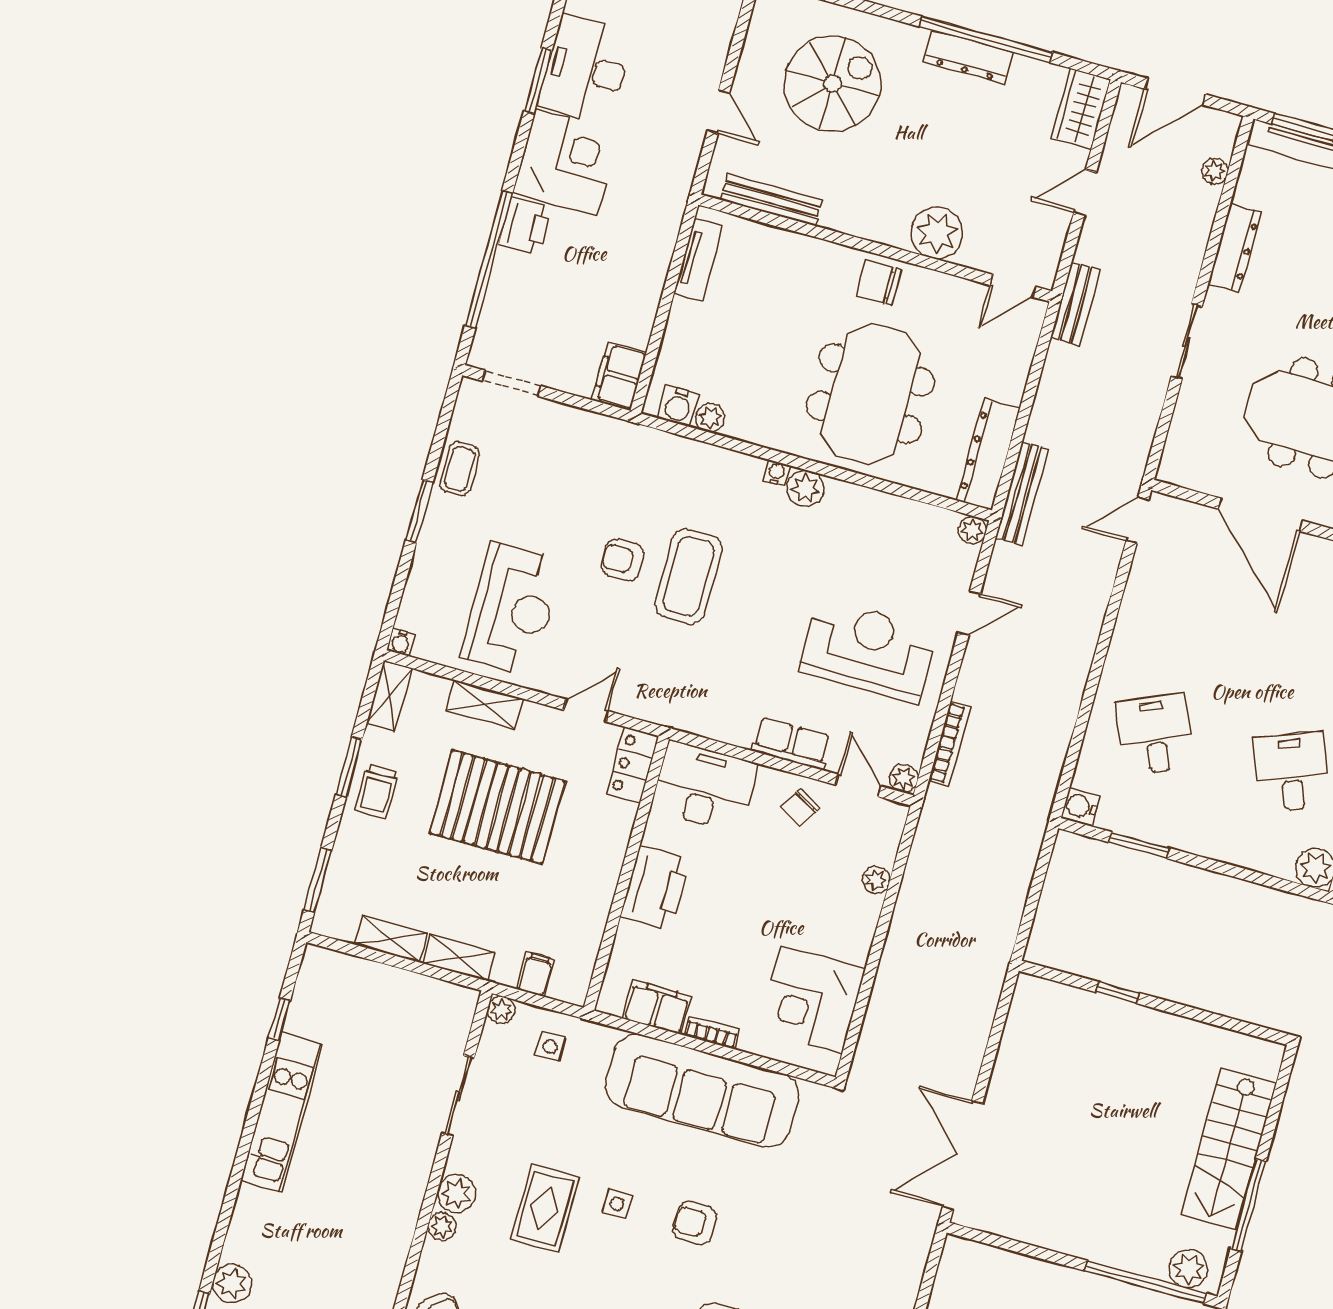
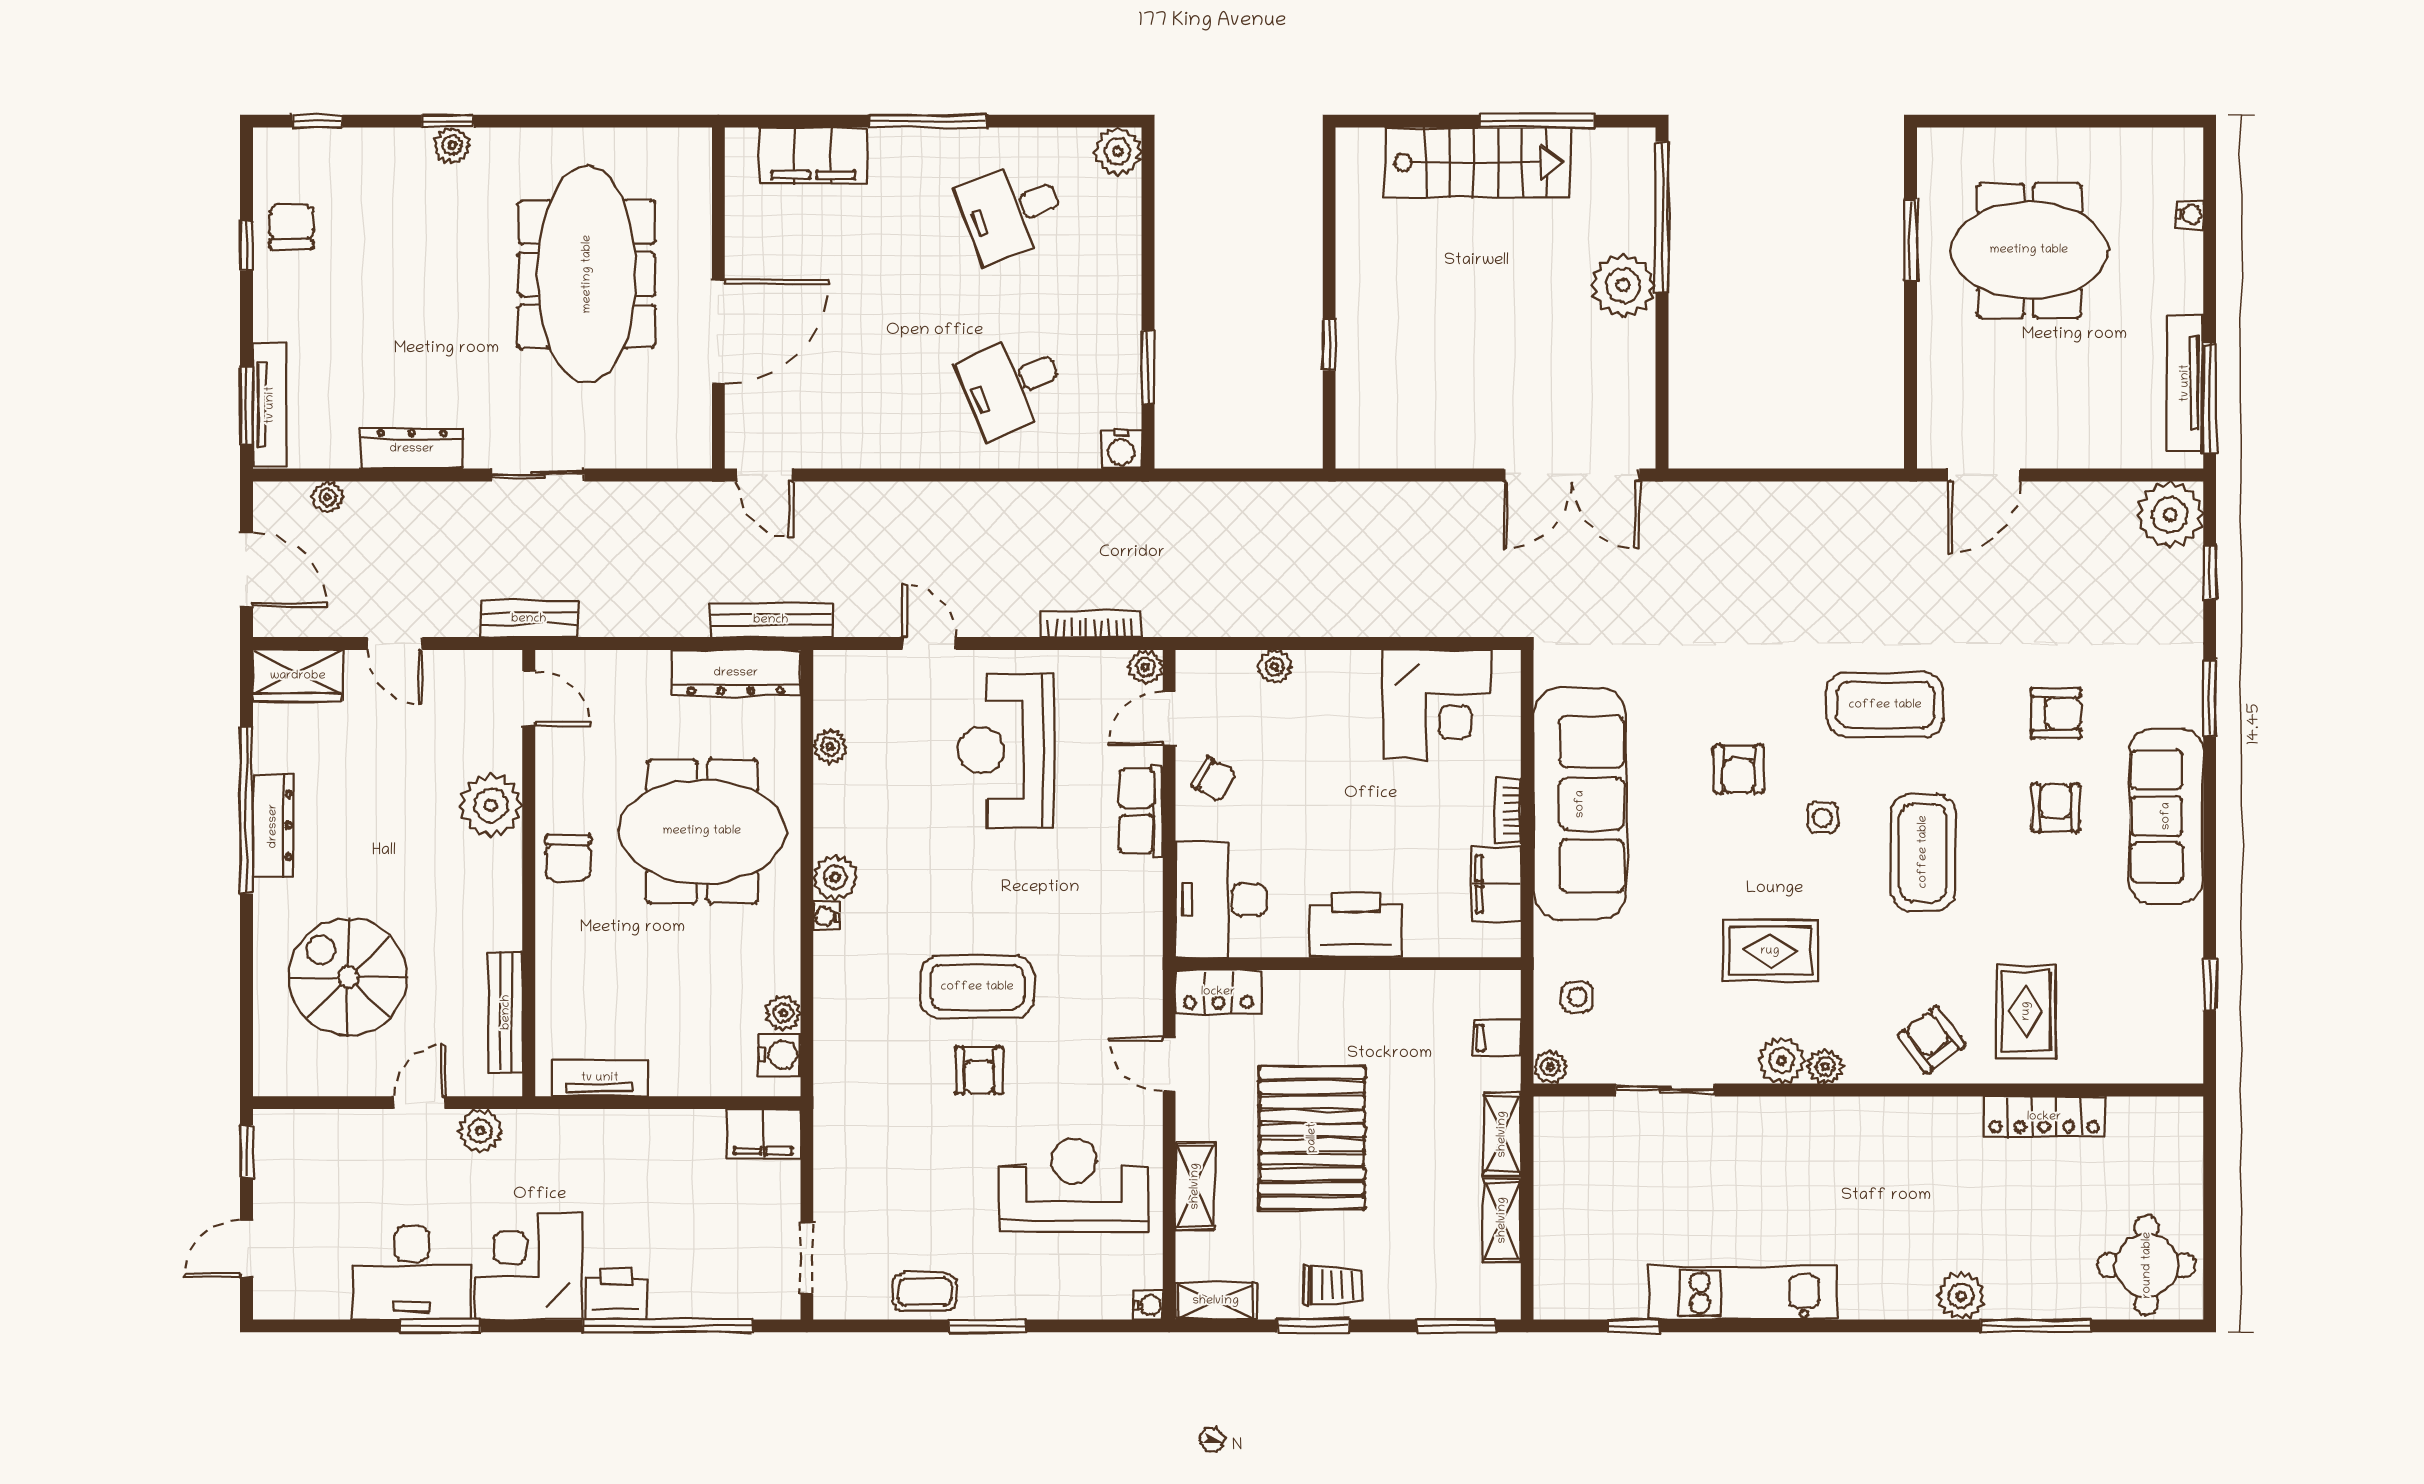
plant: (683, 154) -> (480, 1131), added
plant: (973, 530) -> (830, 747), moved
side table: (617, 1204) -> (1823, 818), moved
plant: (1188, 1268) -> (1623, 285), moved, width x1.36, depth x1.36

